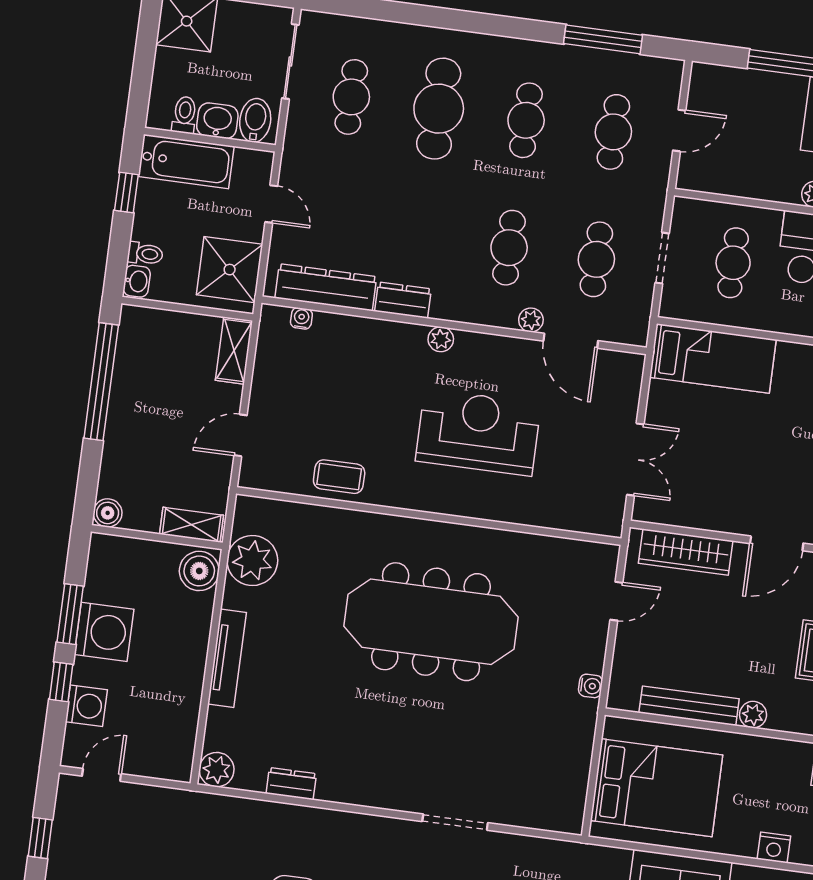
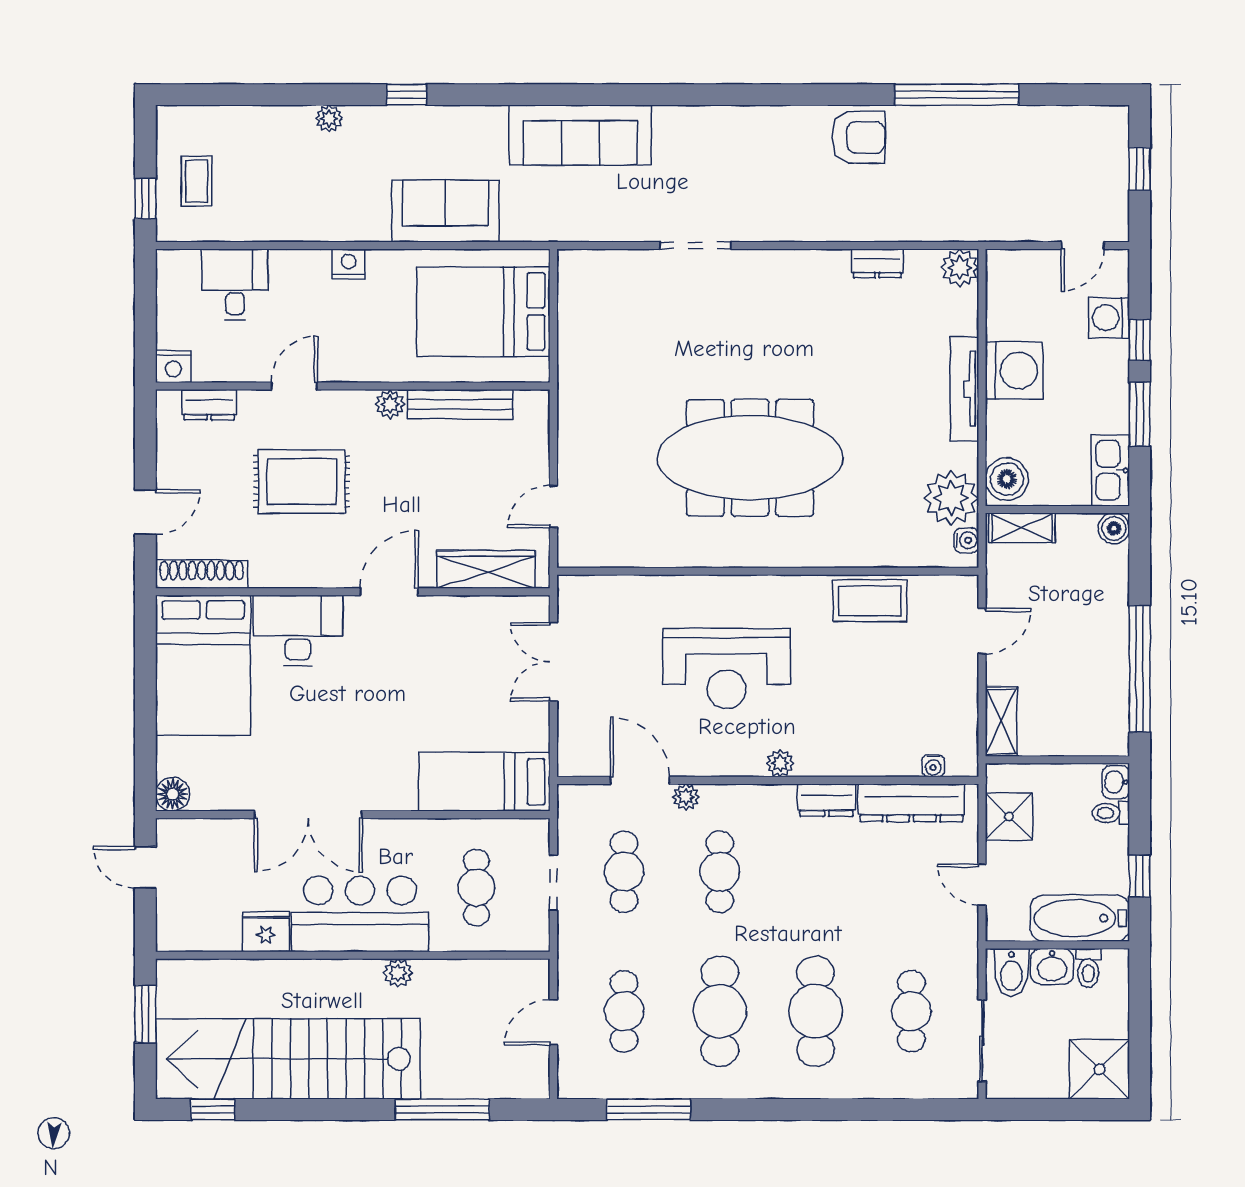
cafe table: (526, 120) -> (720, 1011), width x1.37, depth x1.35
shower: (230, 270) -> (1009, 817), width x0.73, depth x0.73
coffee table: (339, 477) -> (870, 601), width x1.36, depth x1.30
kitchen sink: (104, 566) -> (1111, 470), added
washing machine: (104, 632) -> (1014, 371), moved, turned 180
water cooler: (591, 686) -> (966, 540), moved, turned 180

